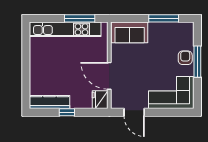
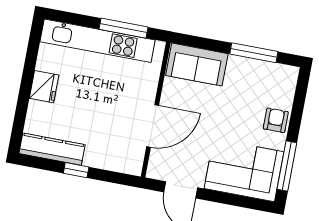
window: (197, 62) -> (287, 166), moved
door: (109, 76) -> (153, 126), swing flipped
fridge: (100, 100) -> (44, 87), moved, turned 180

